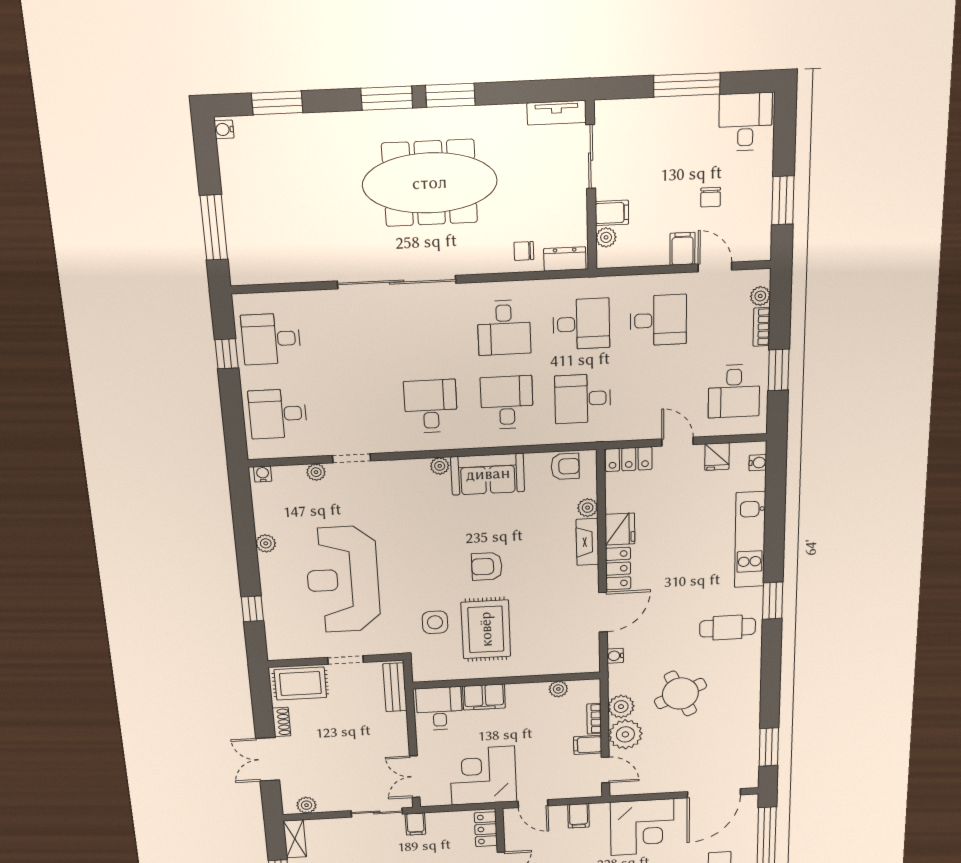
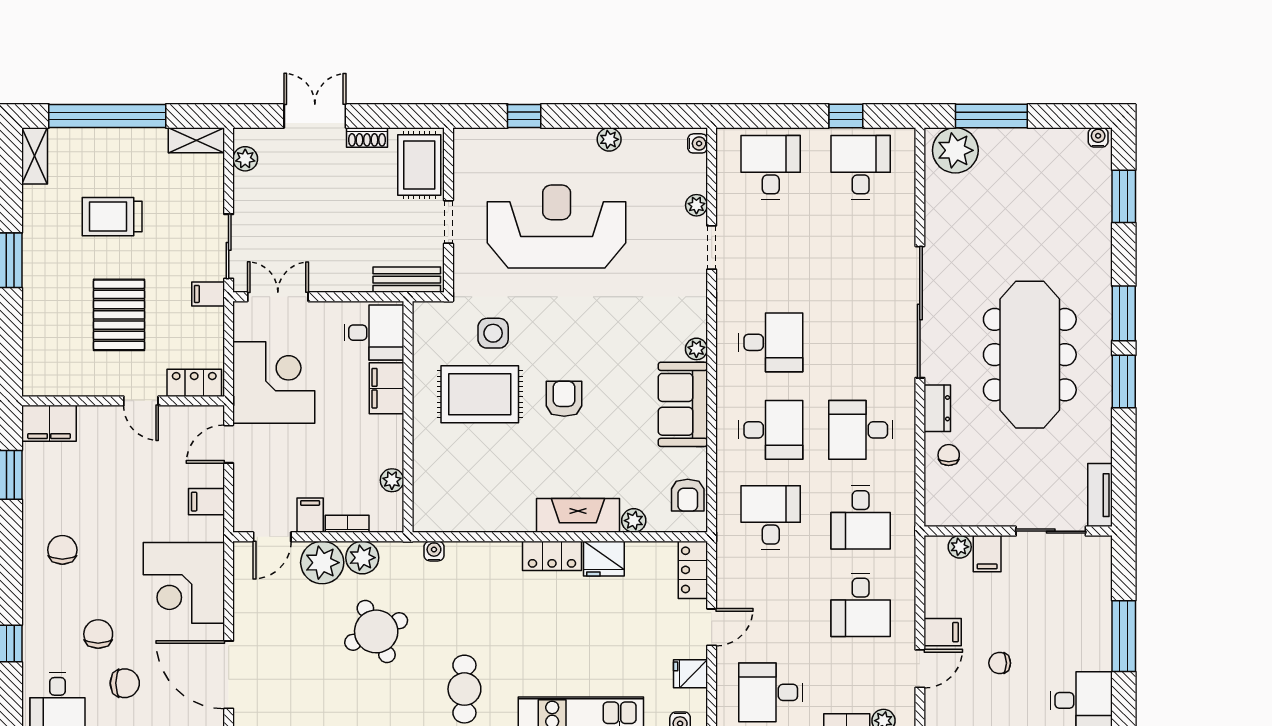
plant: (248, 258) -> (955, 150), added
dresser: (565, 259) -> (937, 408), moved
fireplace: (587, 542) -> (578, 515), width x1.37, depth x1.32
door: (603, 612) -> (495, 537), removed

